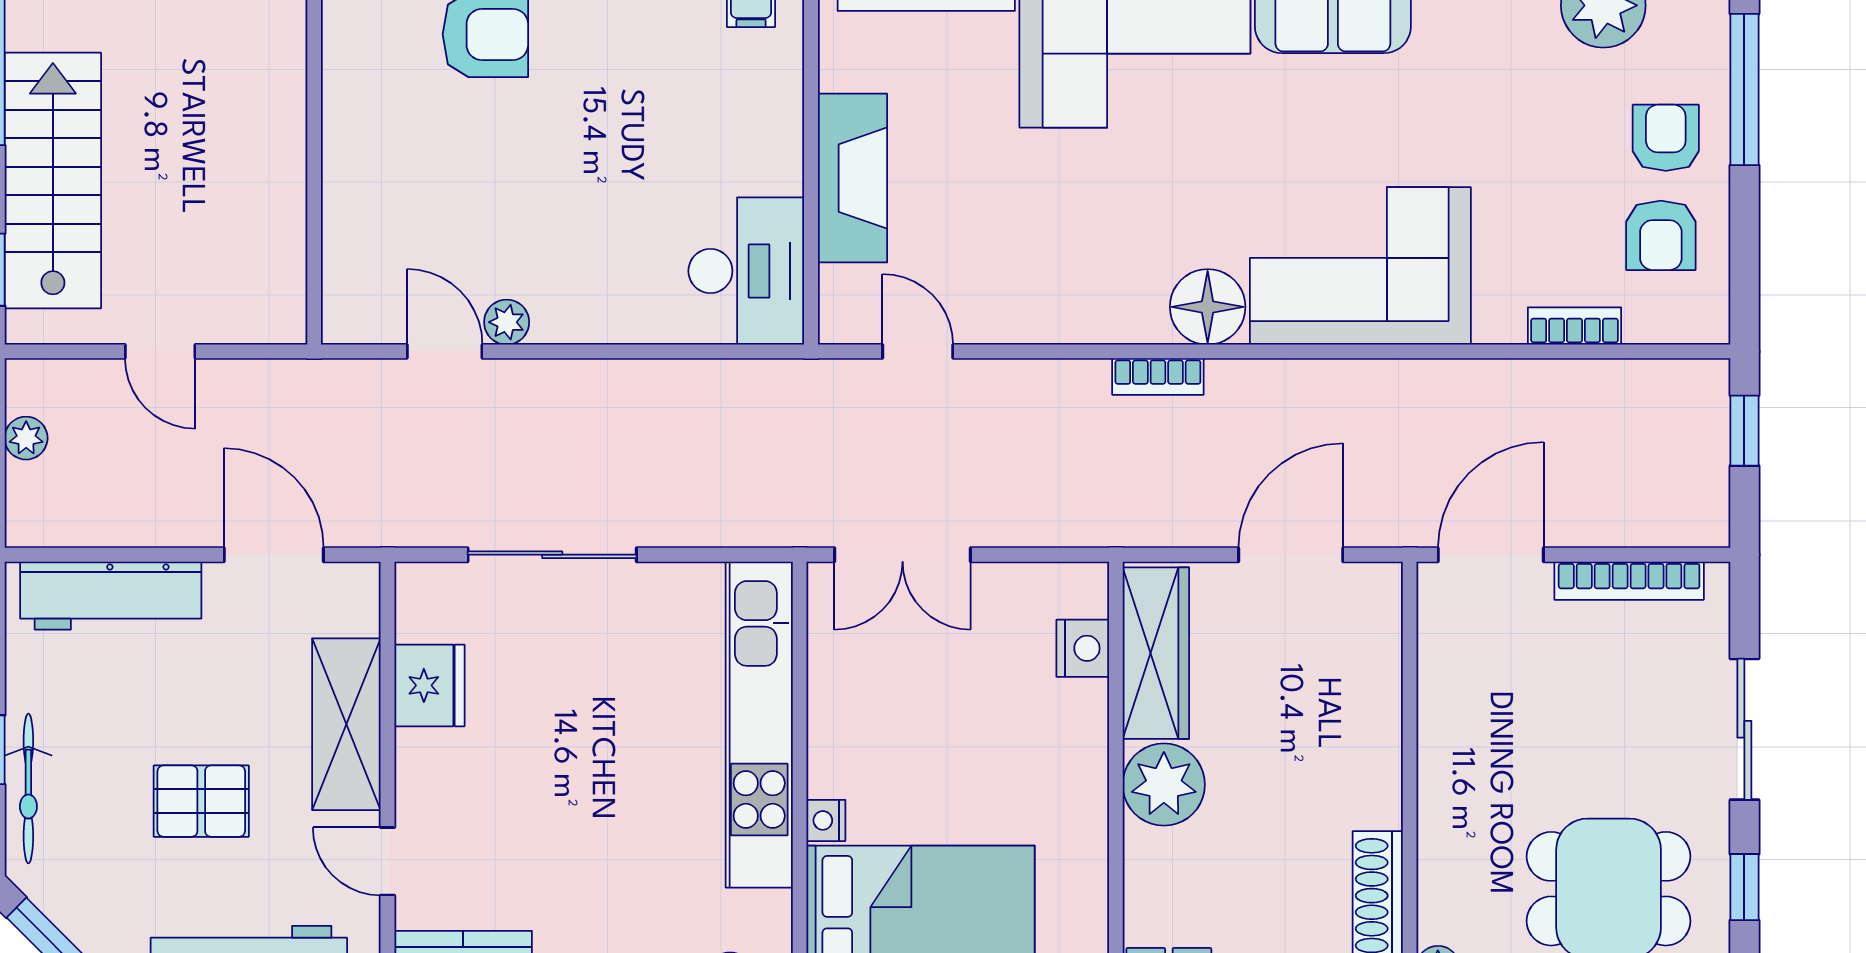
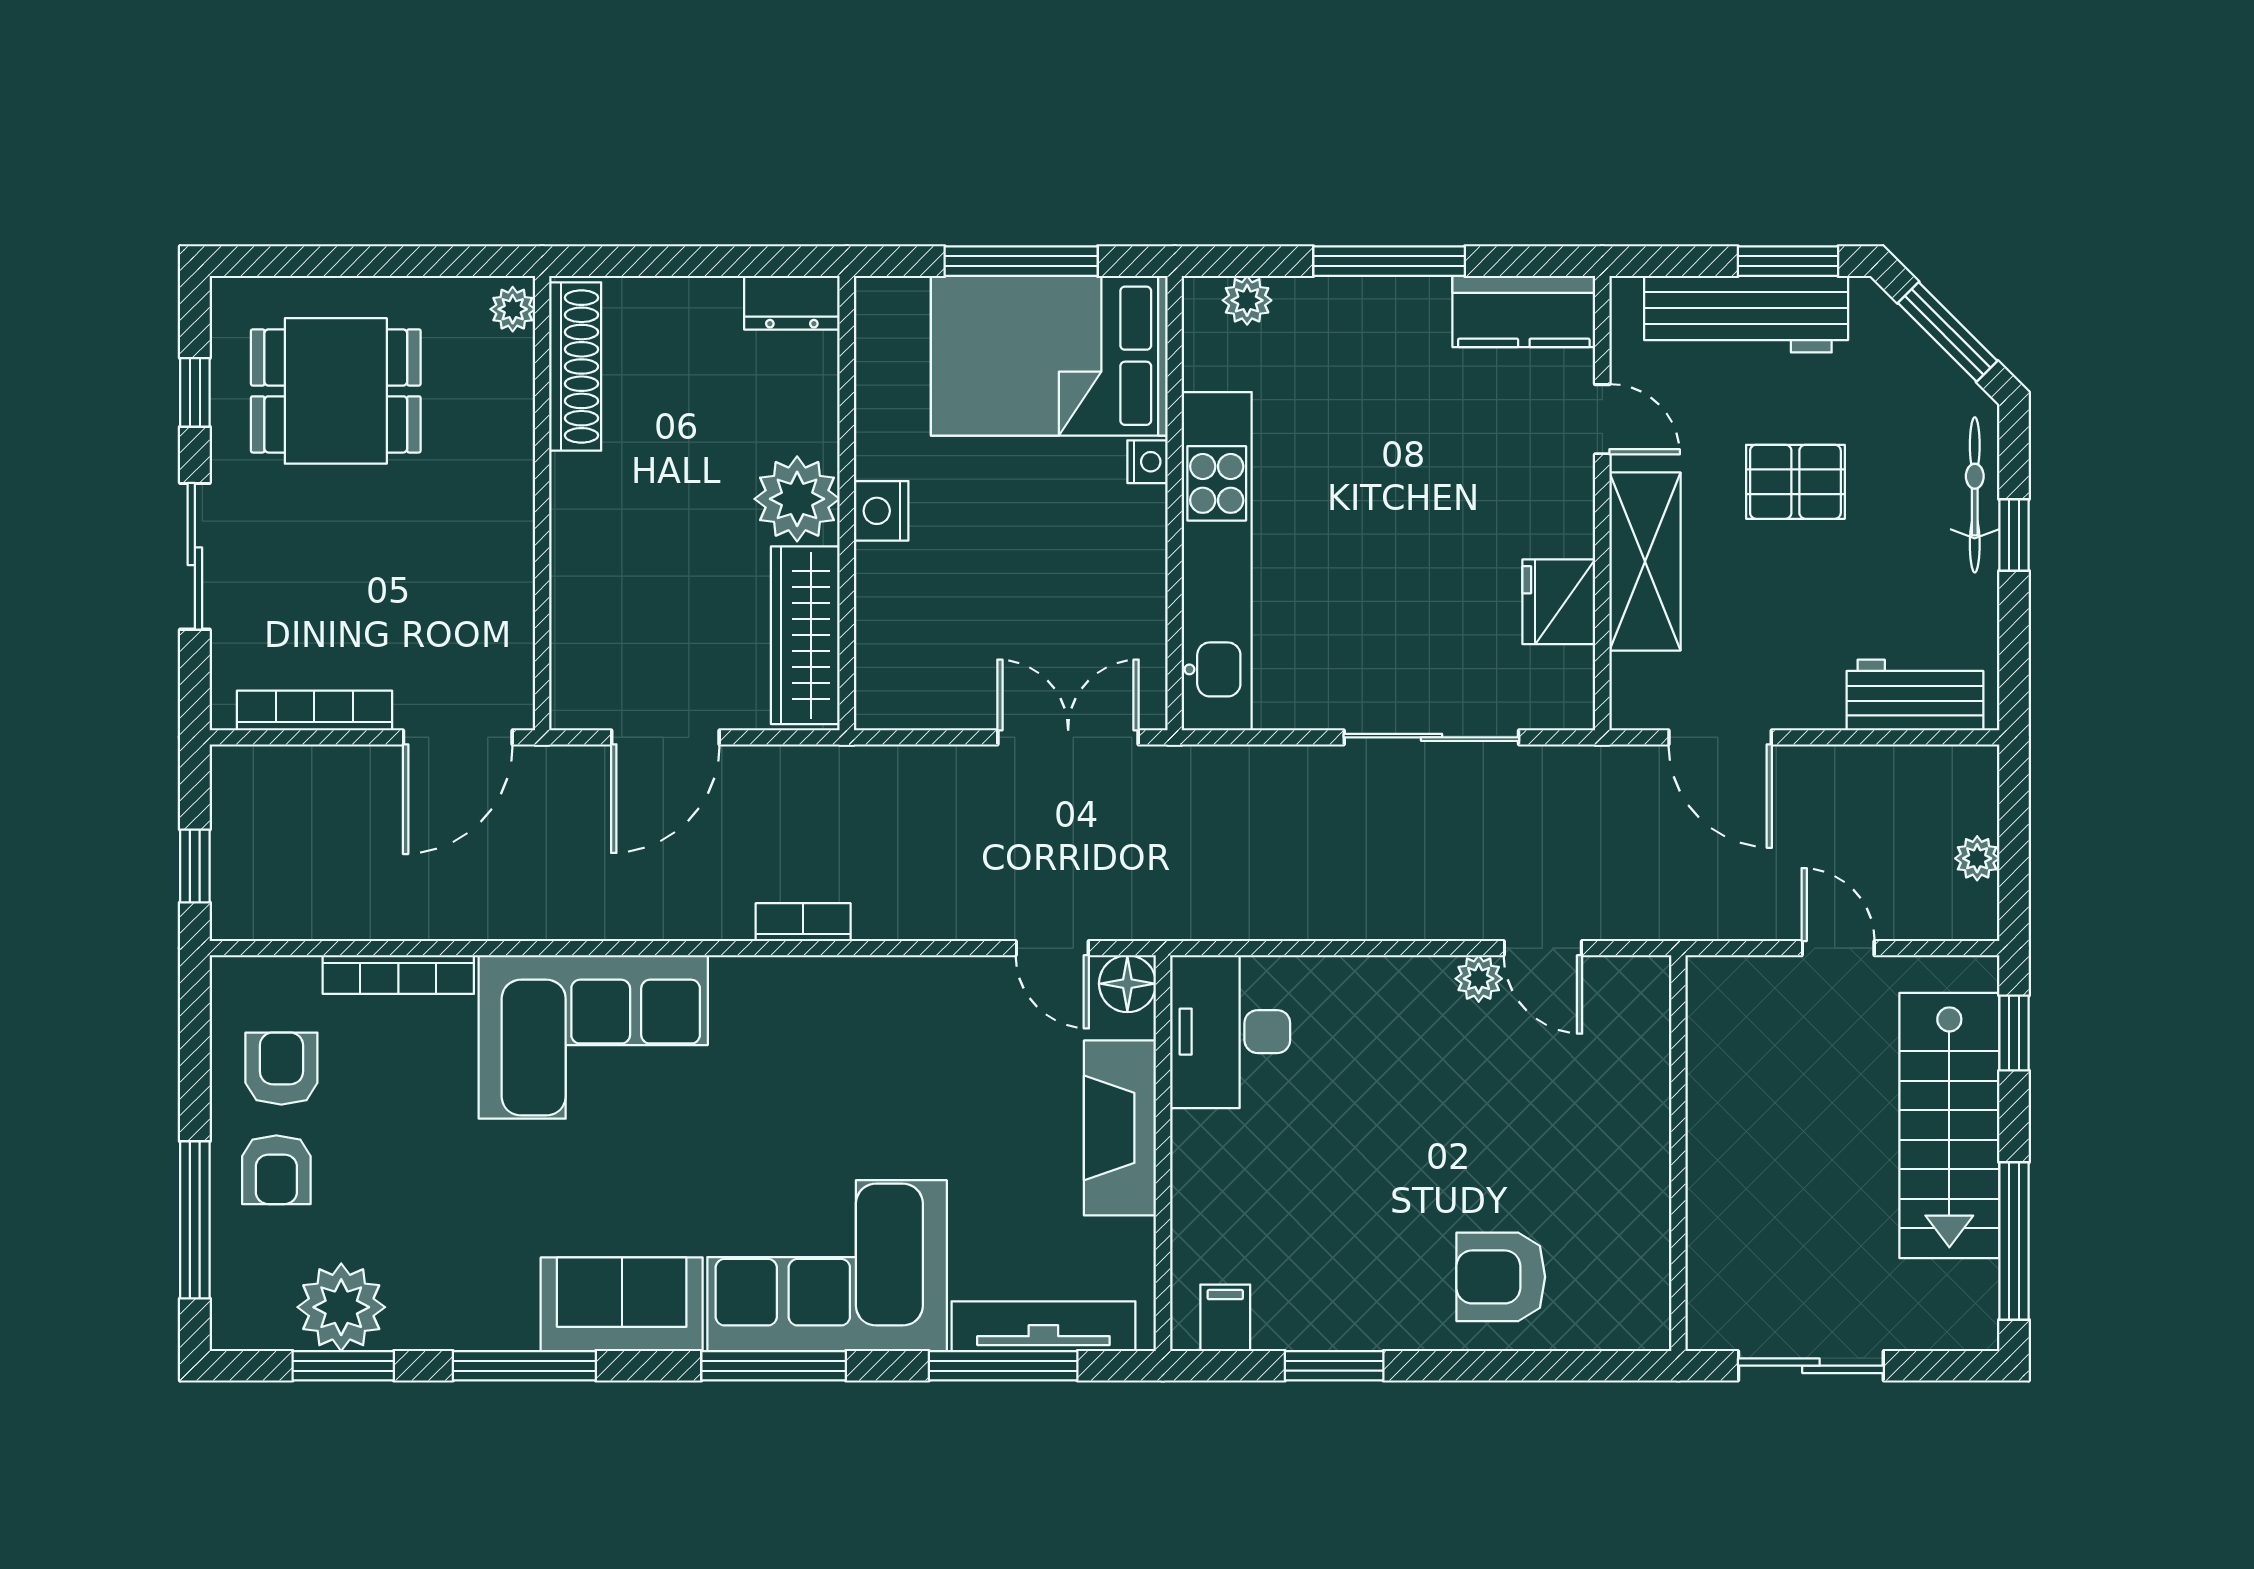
floor lamp: (1208, 307) -> (1127, 984), moved, width x0.73, depth x0.73
bookcase: (1575, 326) -> (398, 975), width x1.56
workbench: (111, 596) -> (1915, 695), width x0.73
nightstand: (1083, 648) -> (881, 511), moved

